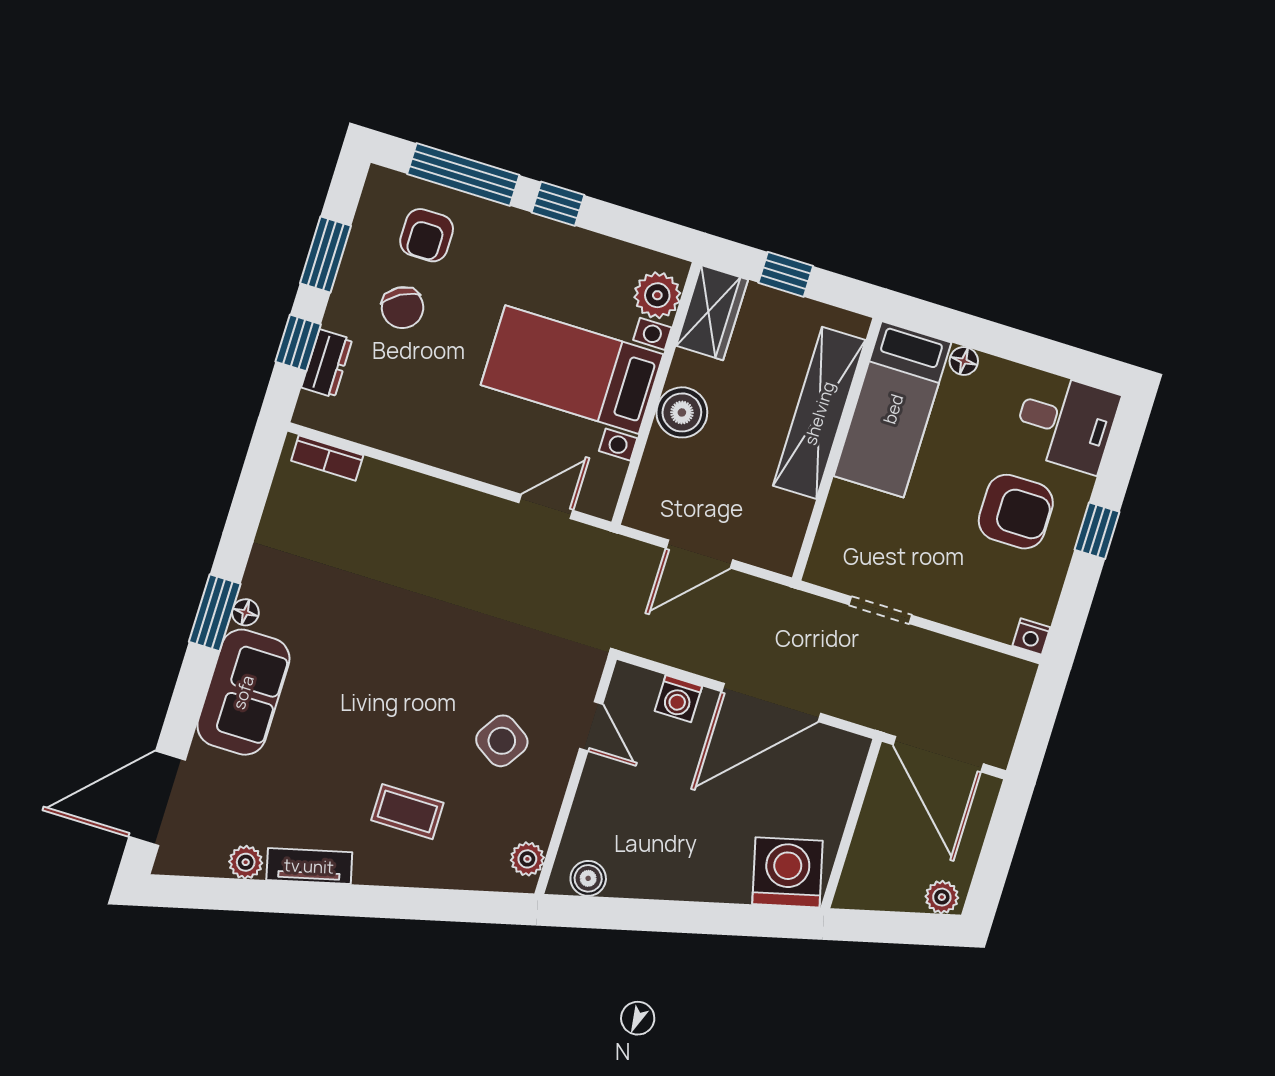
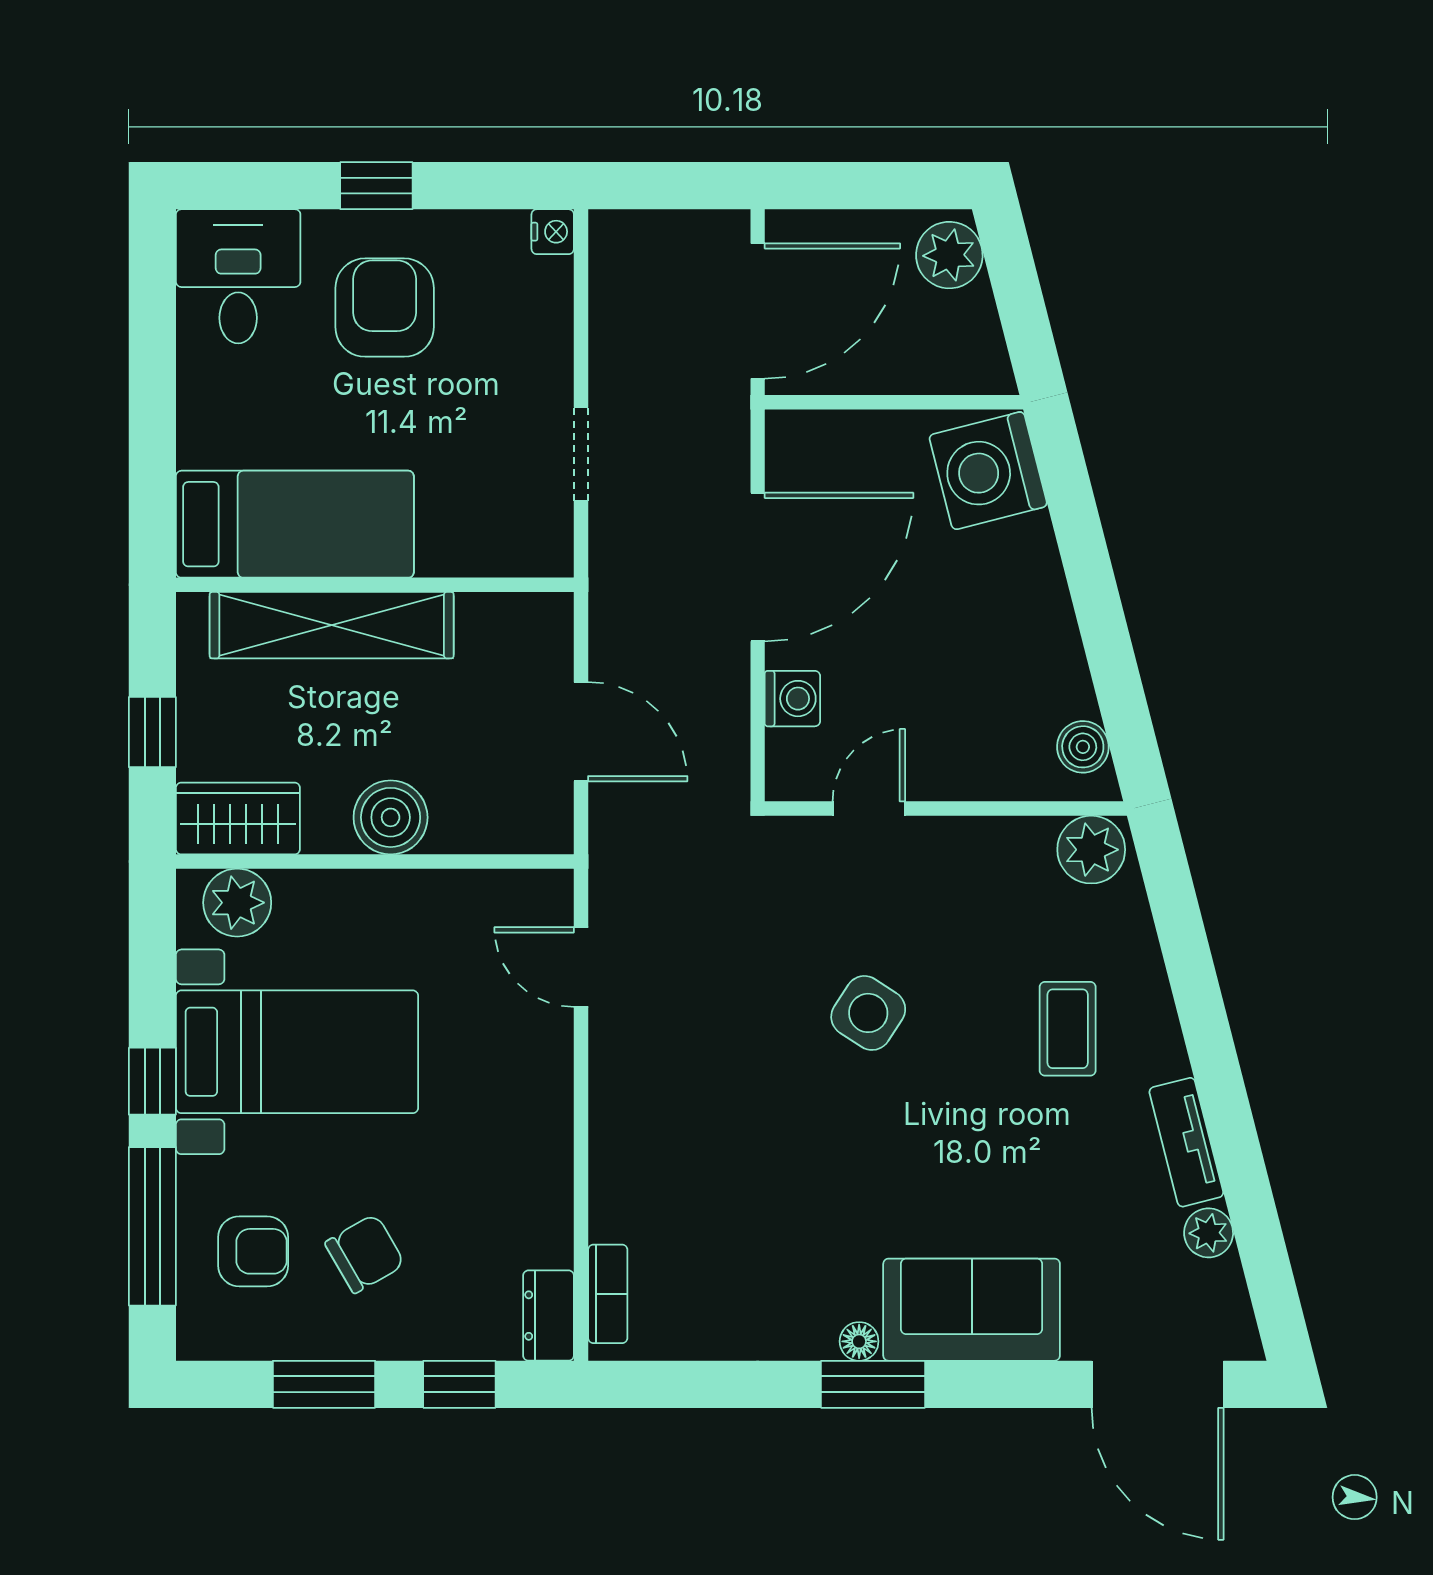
floor lamp: (964, 361) -> (196, 445), removed
dresser: (327, 363) -> (548, 1316), moved, turned -90
bed with nightstands: (572, 370) -> (297, 1052), moved, turned -90
door: (771, 702) -> (758, 567), hinge flipped
side table: (502, 741) -> (868, 1013), moved
plant: (527, 859) -> (1091, 850), width x1.38, depth x1.38
plant: (942, 897) -> (949, 255), width x1.38, depth x1.38

